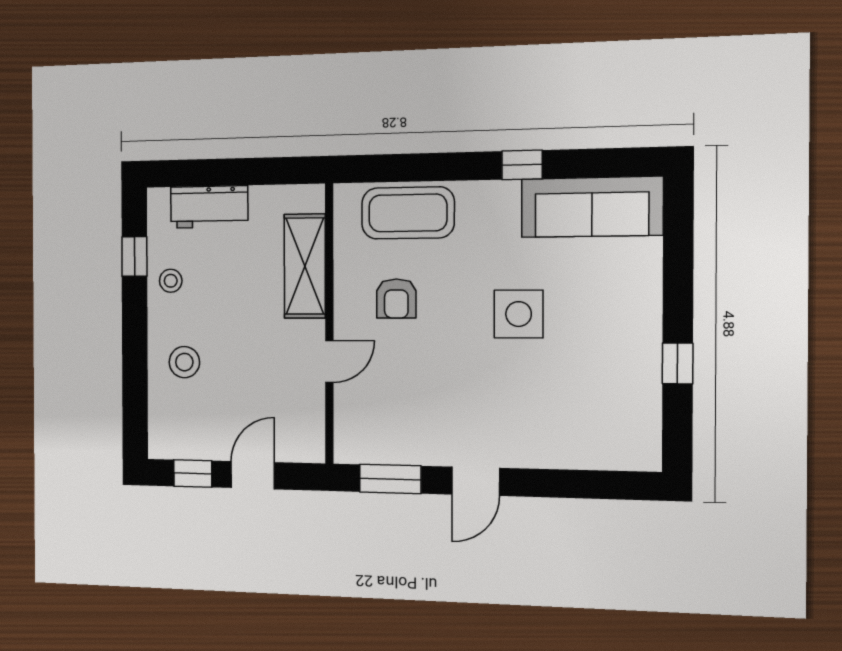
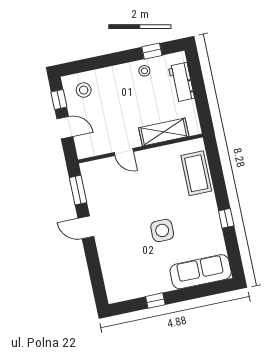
sofa: (592, 207) -> (201, 272), moved, turned 90
armchair: (396, 298) -> (158, 176), removed
stool: (184, 362) -> (84, 90), moved

